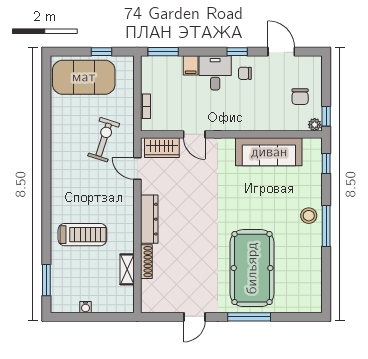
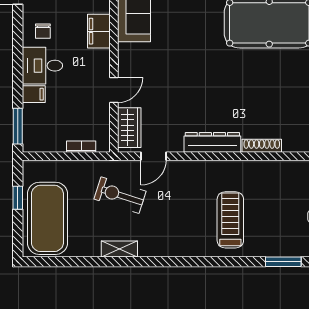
window: (237, 52) -> (18, 40), removed
filing cabinet: (245, 121) -> (99, 31), added
shelving: (127, 269) -> (119, 249), moved

